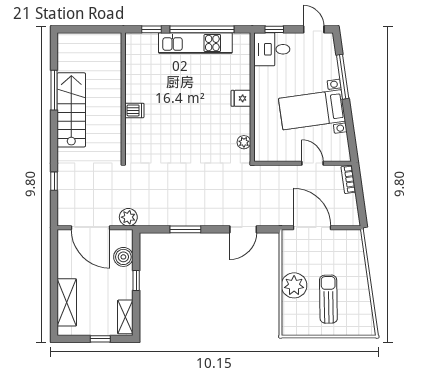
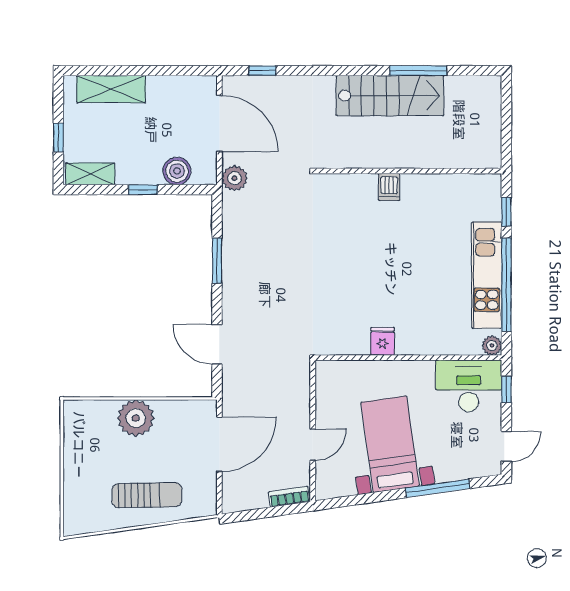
desk: (272, 49) -> (469, 386), width x1.37
fridge: (241, 98) -> (382, 341), moved
plant: (244, 142) -> (492, 346), moved
window: (54, 181) -> (262, 71), moved
door: (90, 228) -> (219, 123), swing flipped
sun lounger: (328, 299) -> (147, 495), moved

